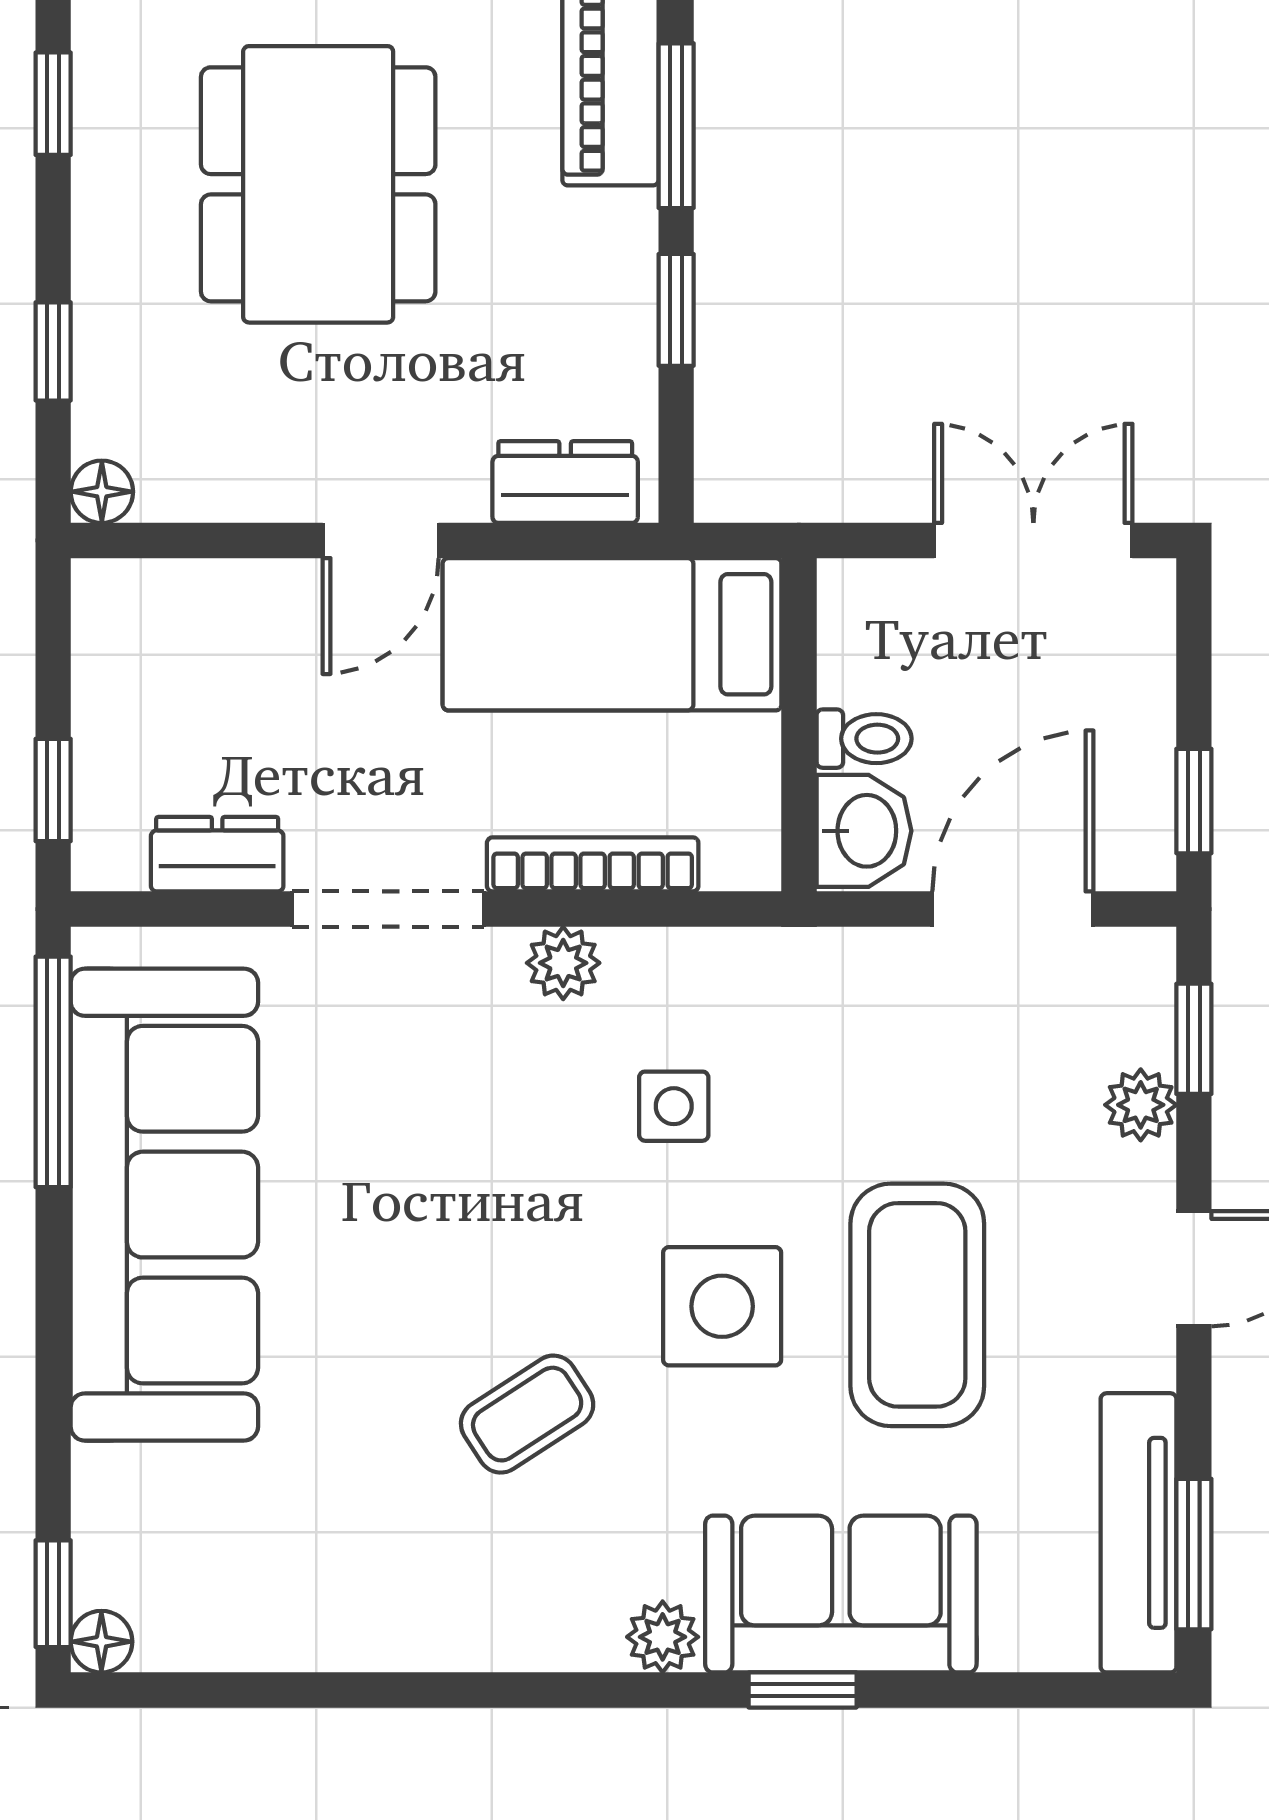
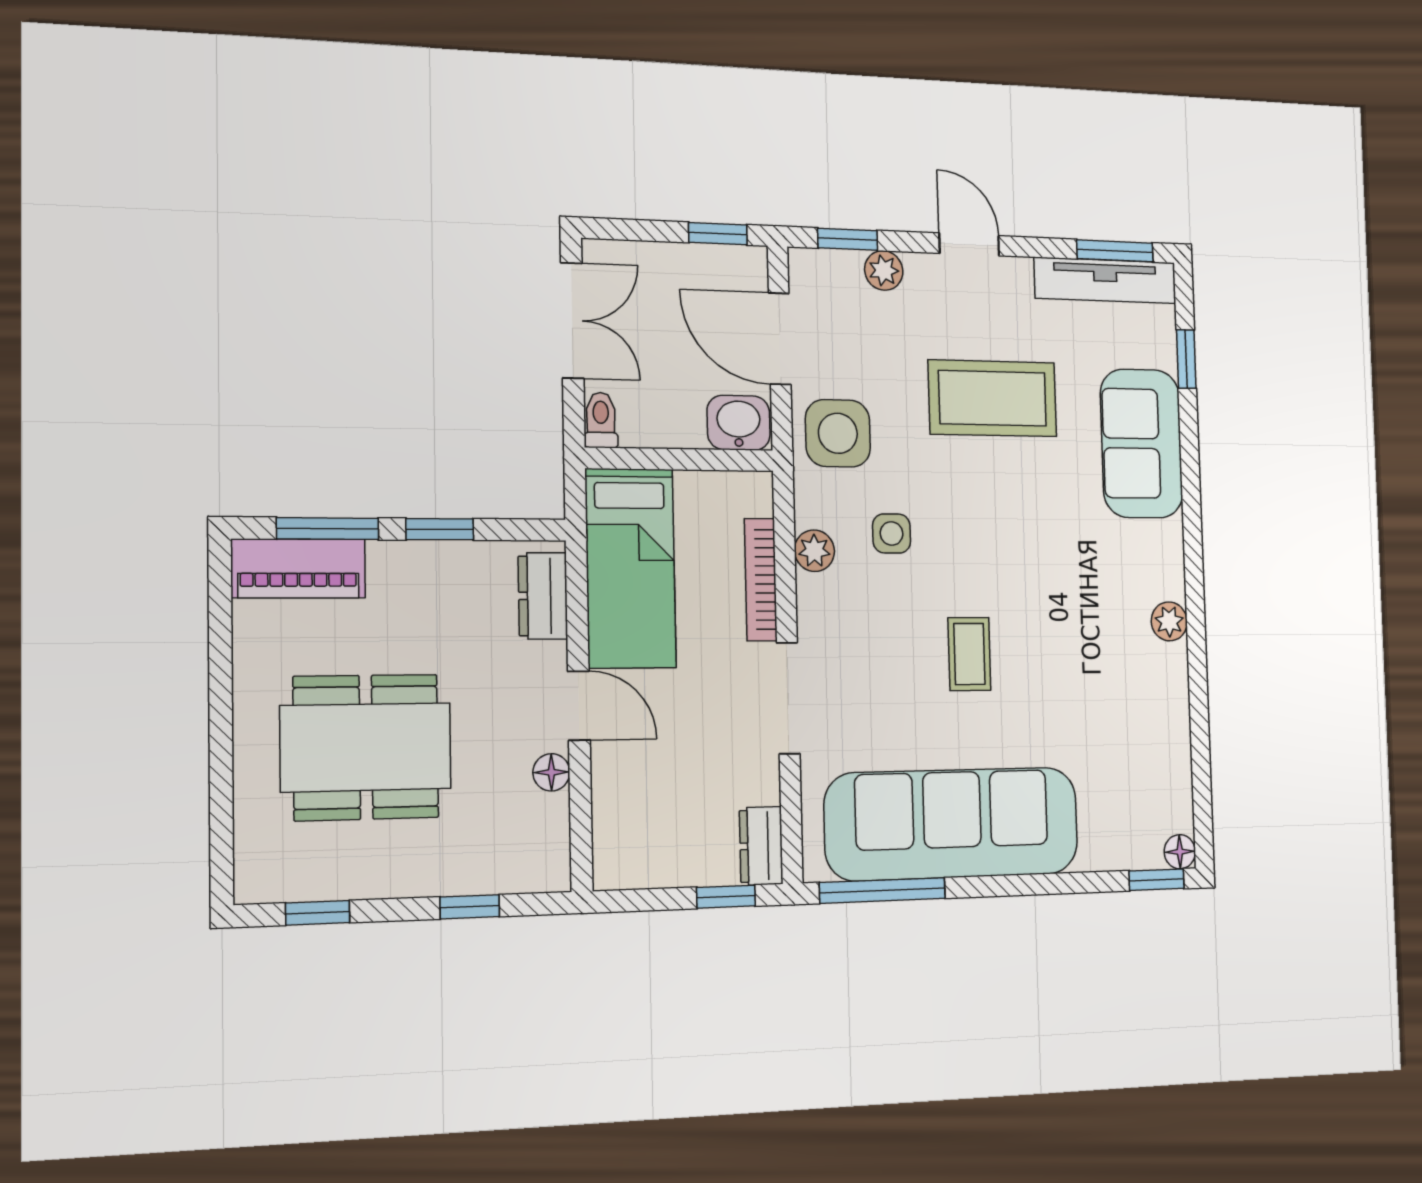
floor lamp: (102, 492) -> (551, 772), moved
double door: (1033, 540) -> (572, 320), swing flipped
toilet: (864, 739) -> (601, 420), moved
dresser: (217, 854) -> (761, 846), moved
plant: (563, 963) -> (814, 551), moved
side table: (722, 1306) -> (838, 433), moved
coffee table: (527, 1414) -> (969, 654), moved, turned 33
plant: (663, 1637) -> (1169, 621), moved
window: (803, 1690) -> (1186, 359), moved

